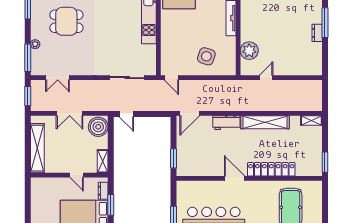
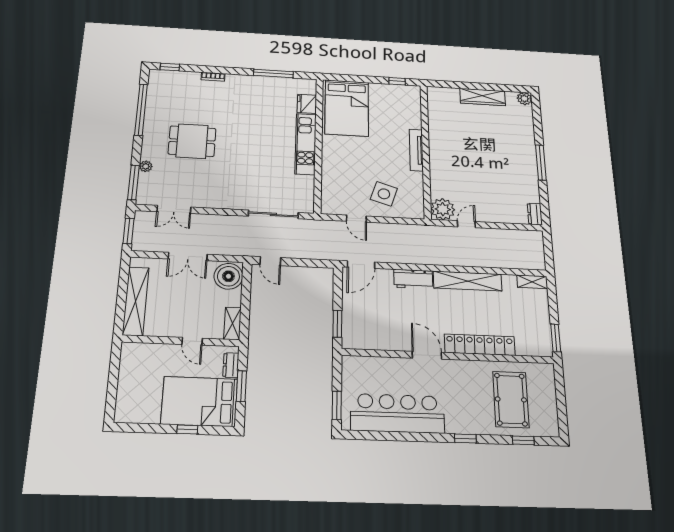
dresser: (317, 33) -> (535, 214), moved
plant: (249, 51) -> (443, 209), moved
door: (171, 78) -> (356, 219), moved

